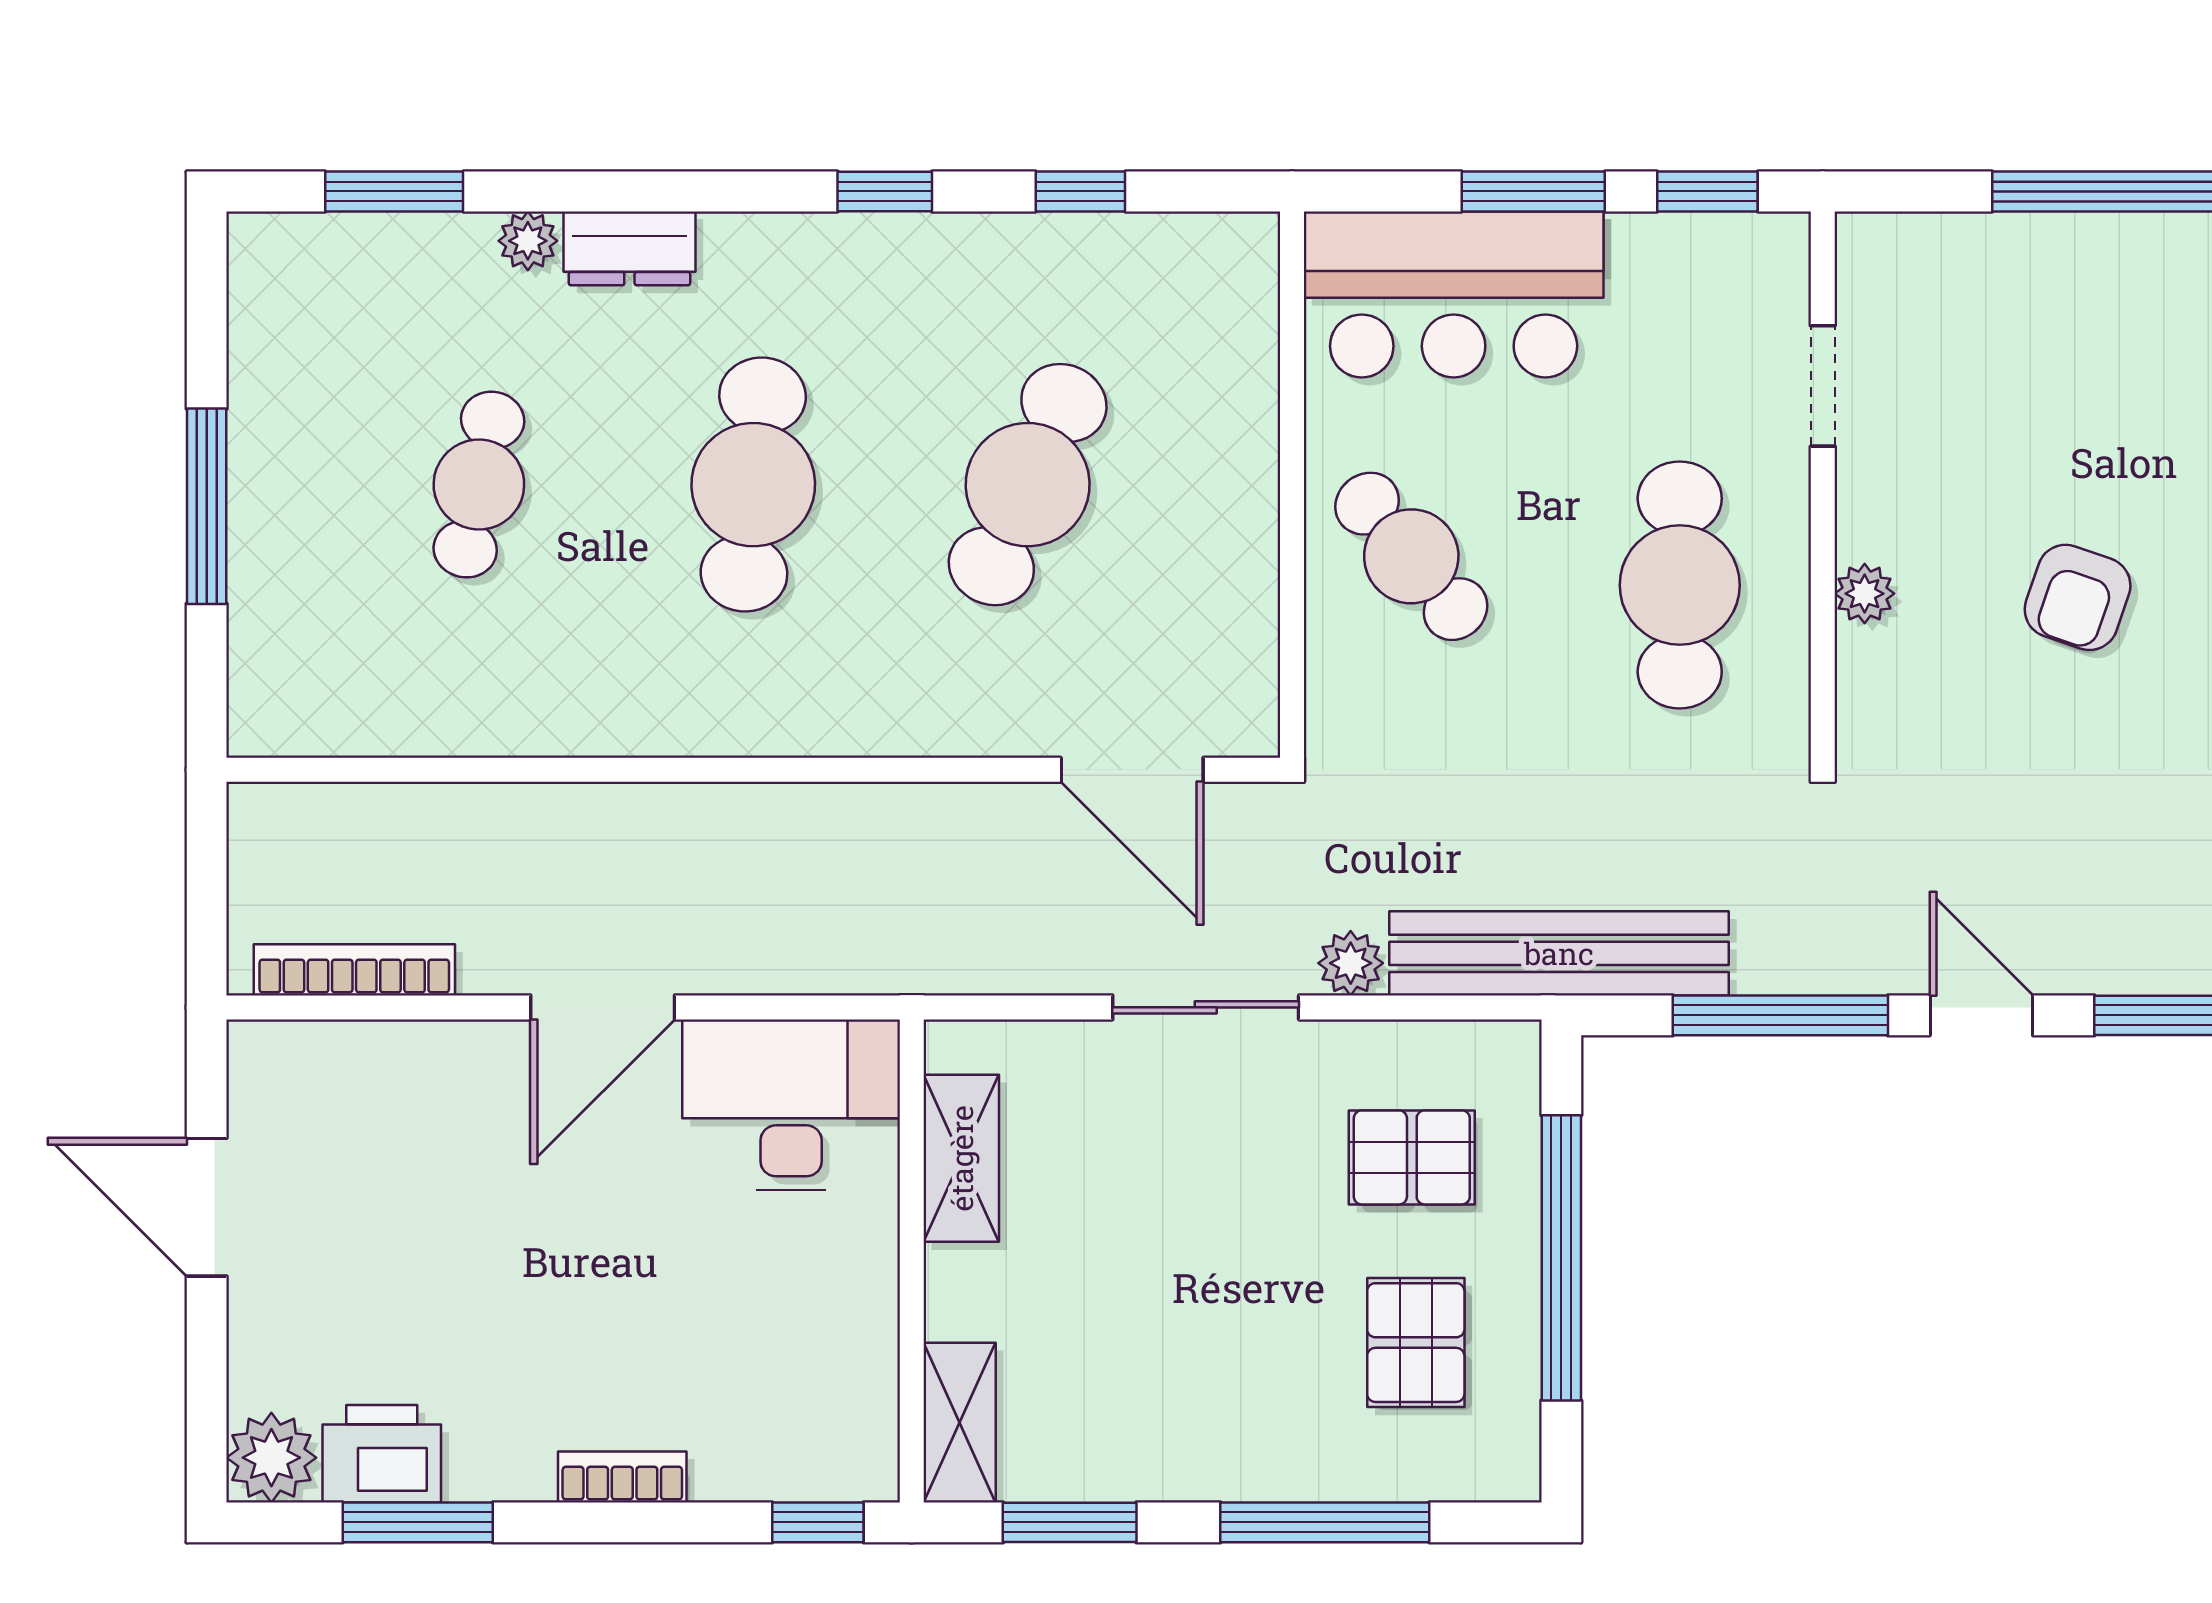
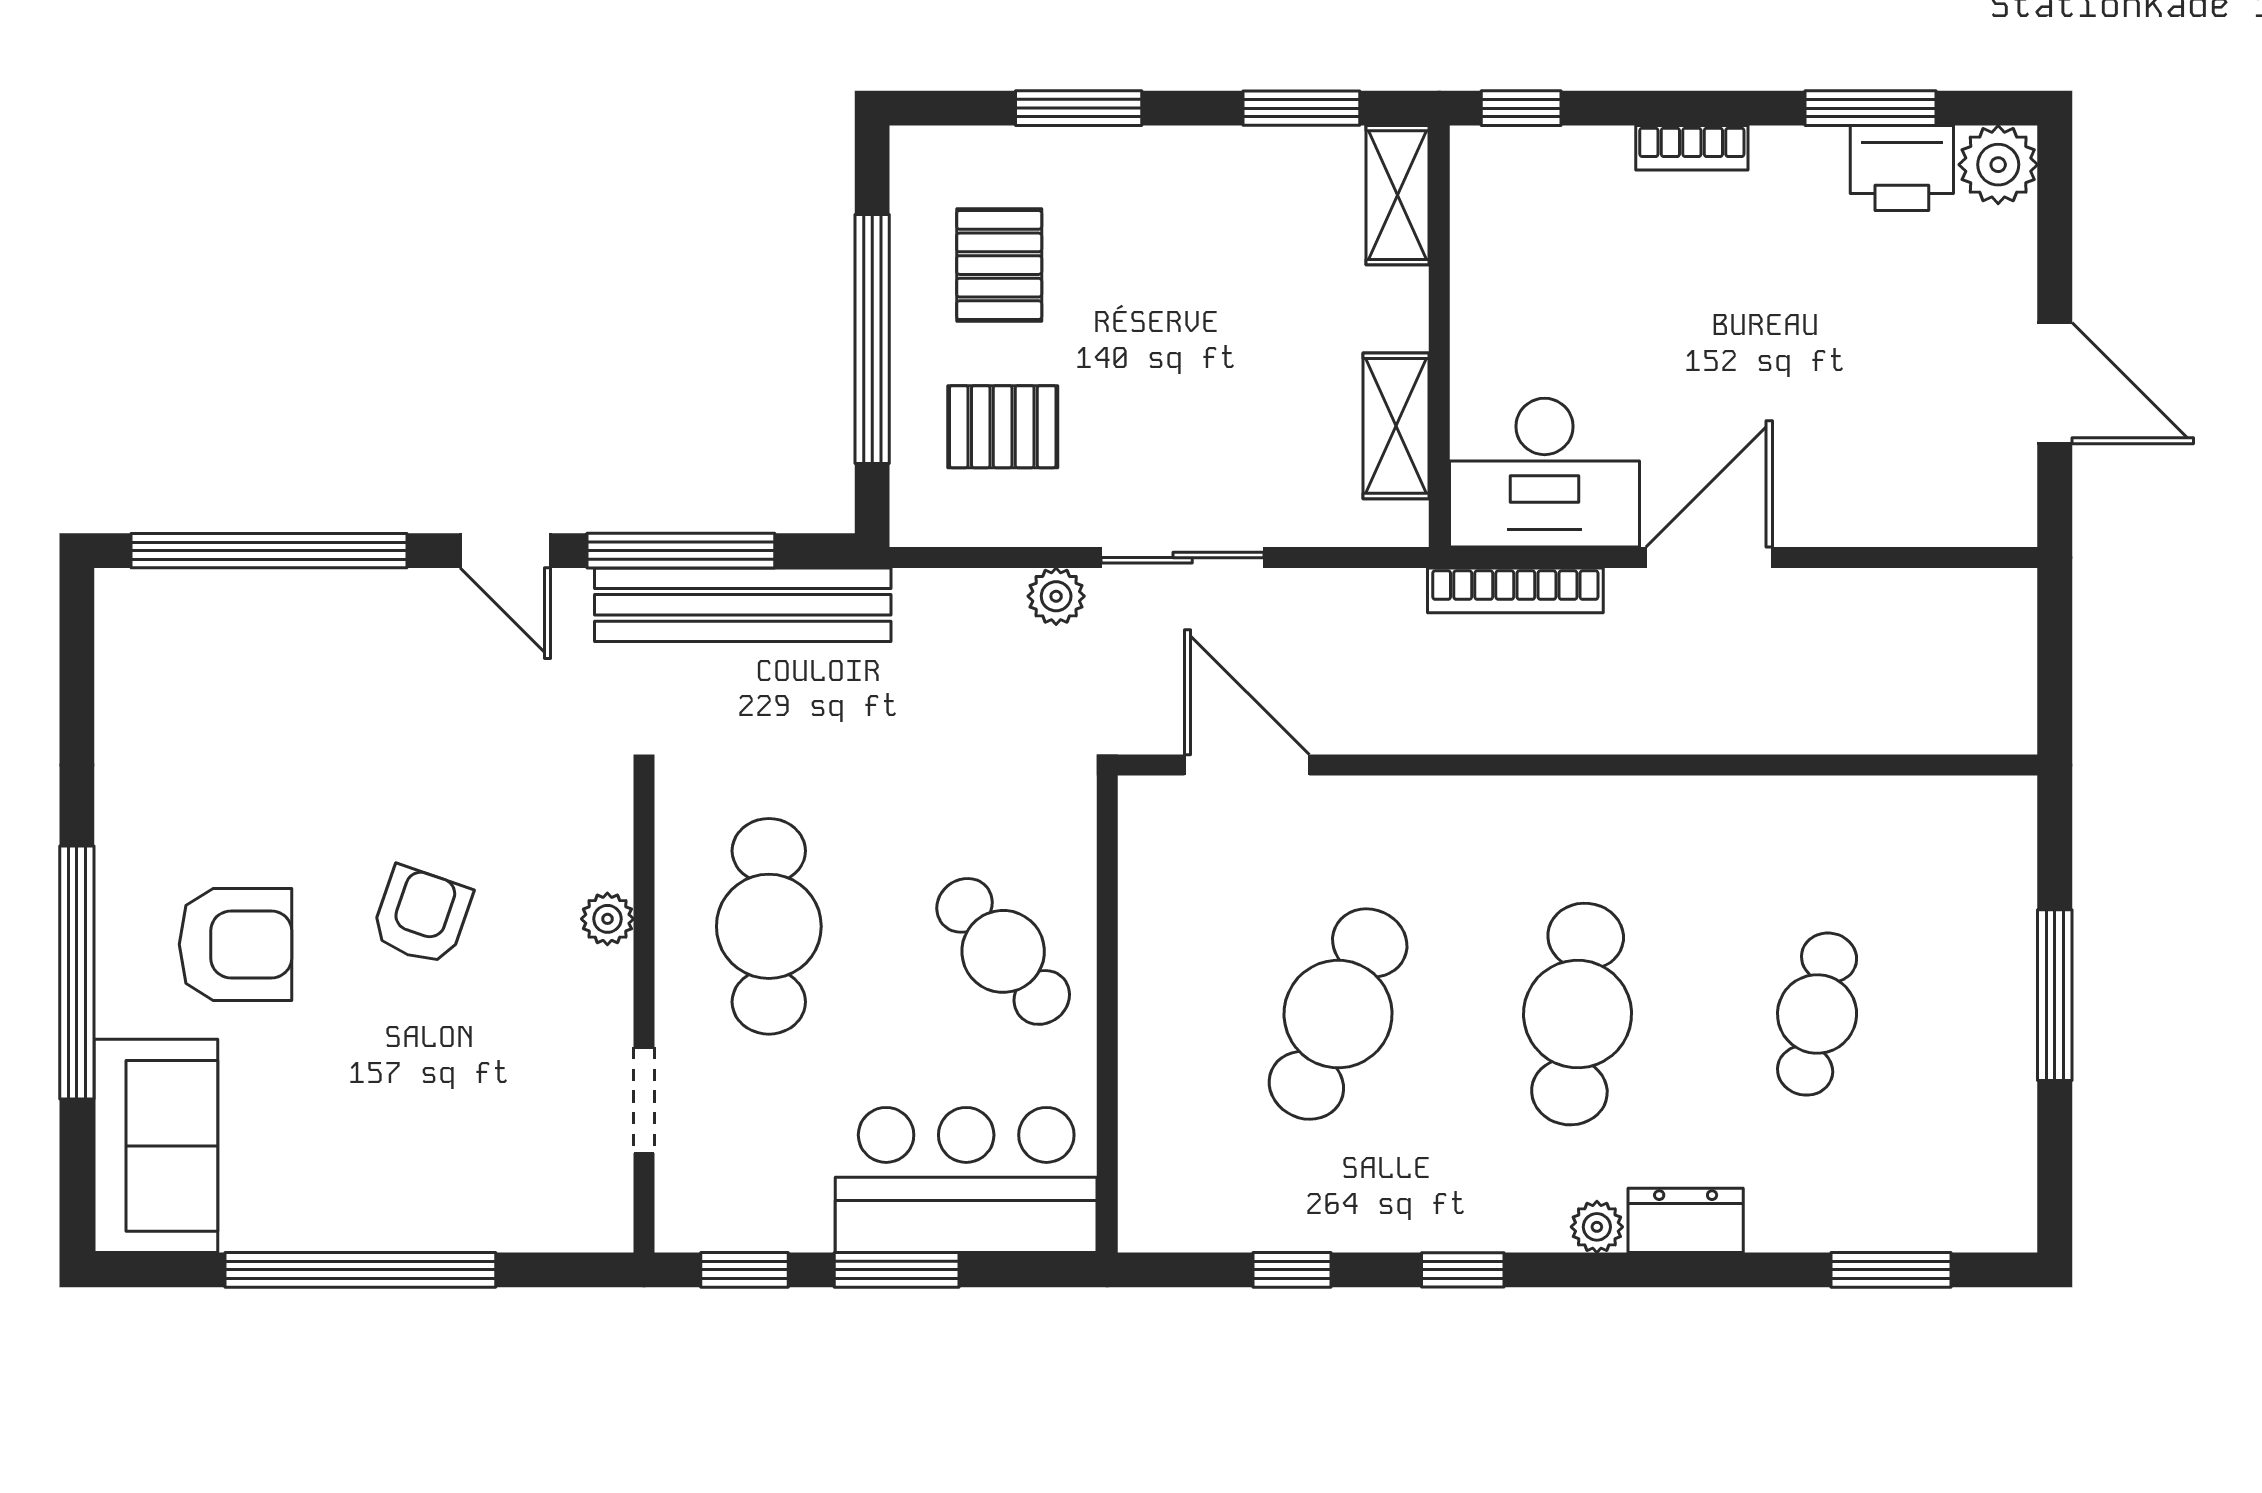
plant: (528, 241) -> (1597, 1227), moved
bench: (1559, 953) -> (743, 605), moved
bookcase: (354, 970) -> (1515, 590), moved
window: (1325, 1522) -> (1079, 108), width x0.69

